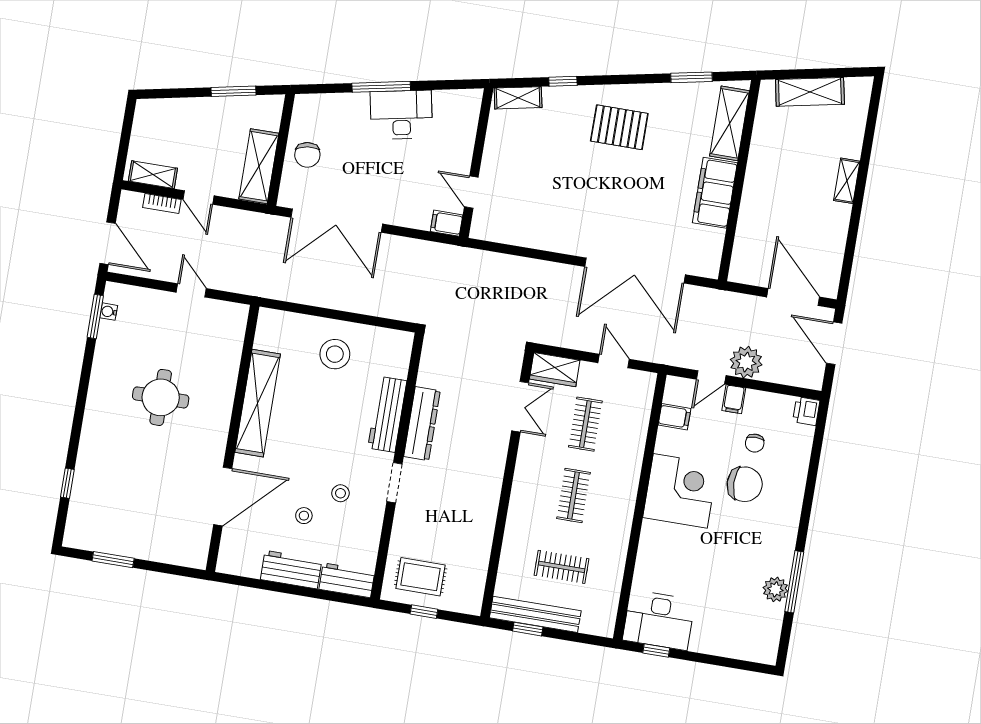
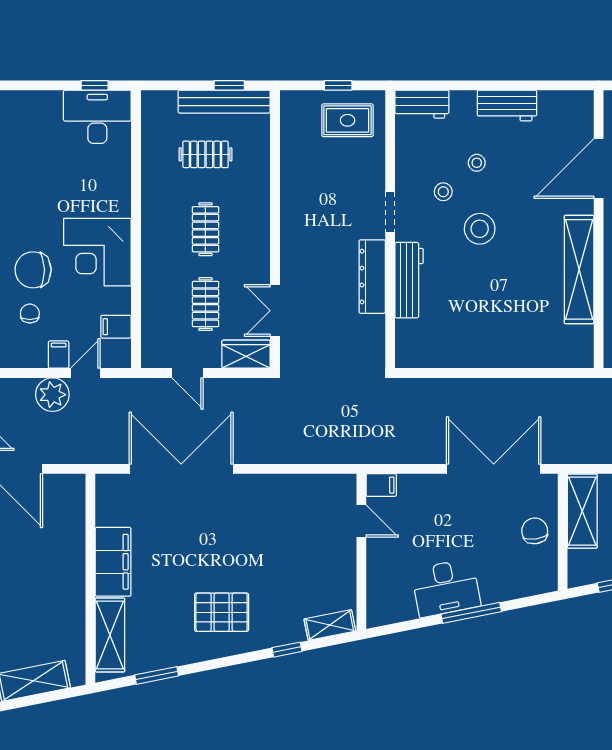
stool: (335, 354) -> (480, 229), moved
shelving: (258, 403) -> (579, 269), moved
wall: (232, 438) -> (599, 229), moved
door: (223, 496) -> (599, 168), moved
workbench: (291, 570) -> (507, 106), moved

